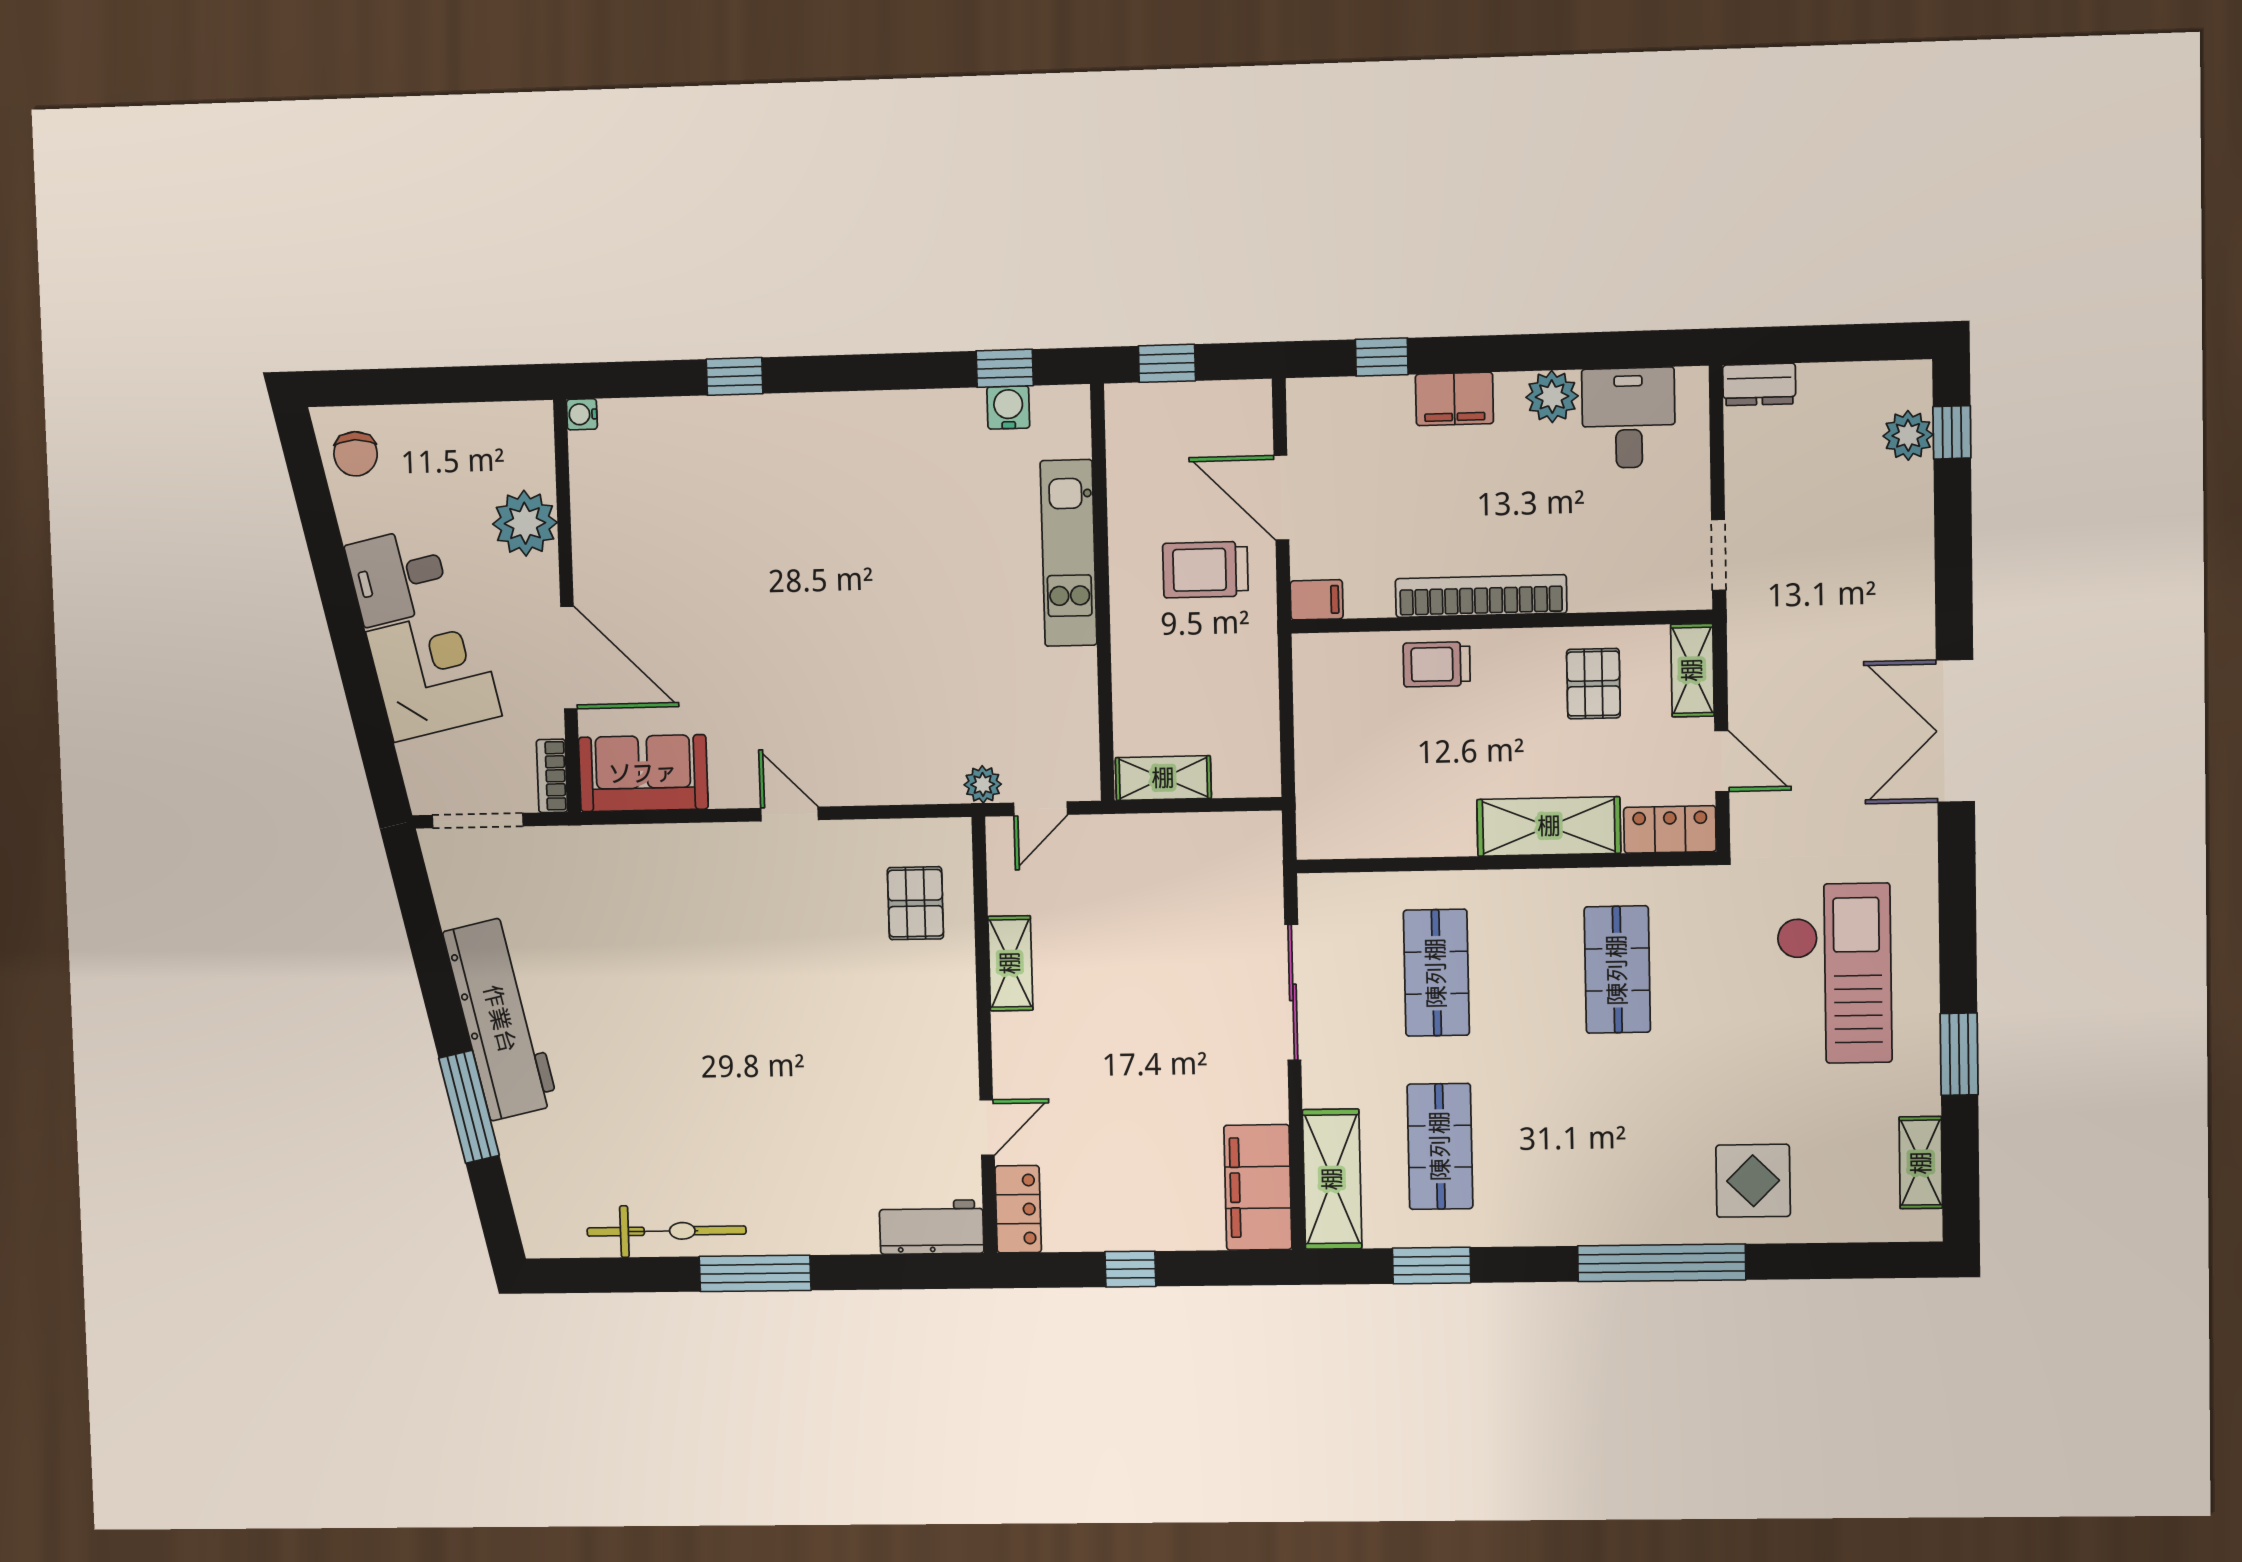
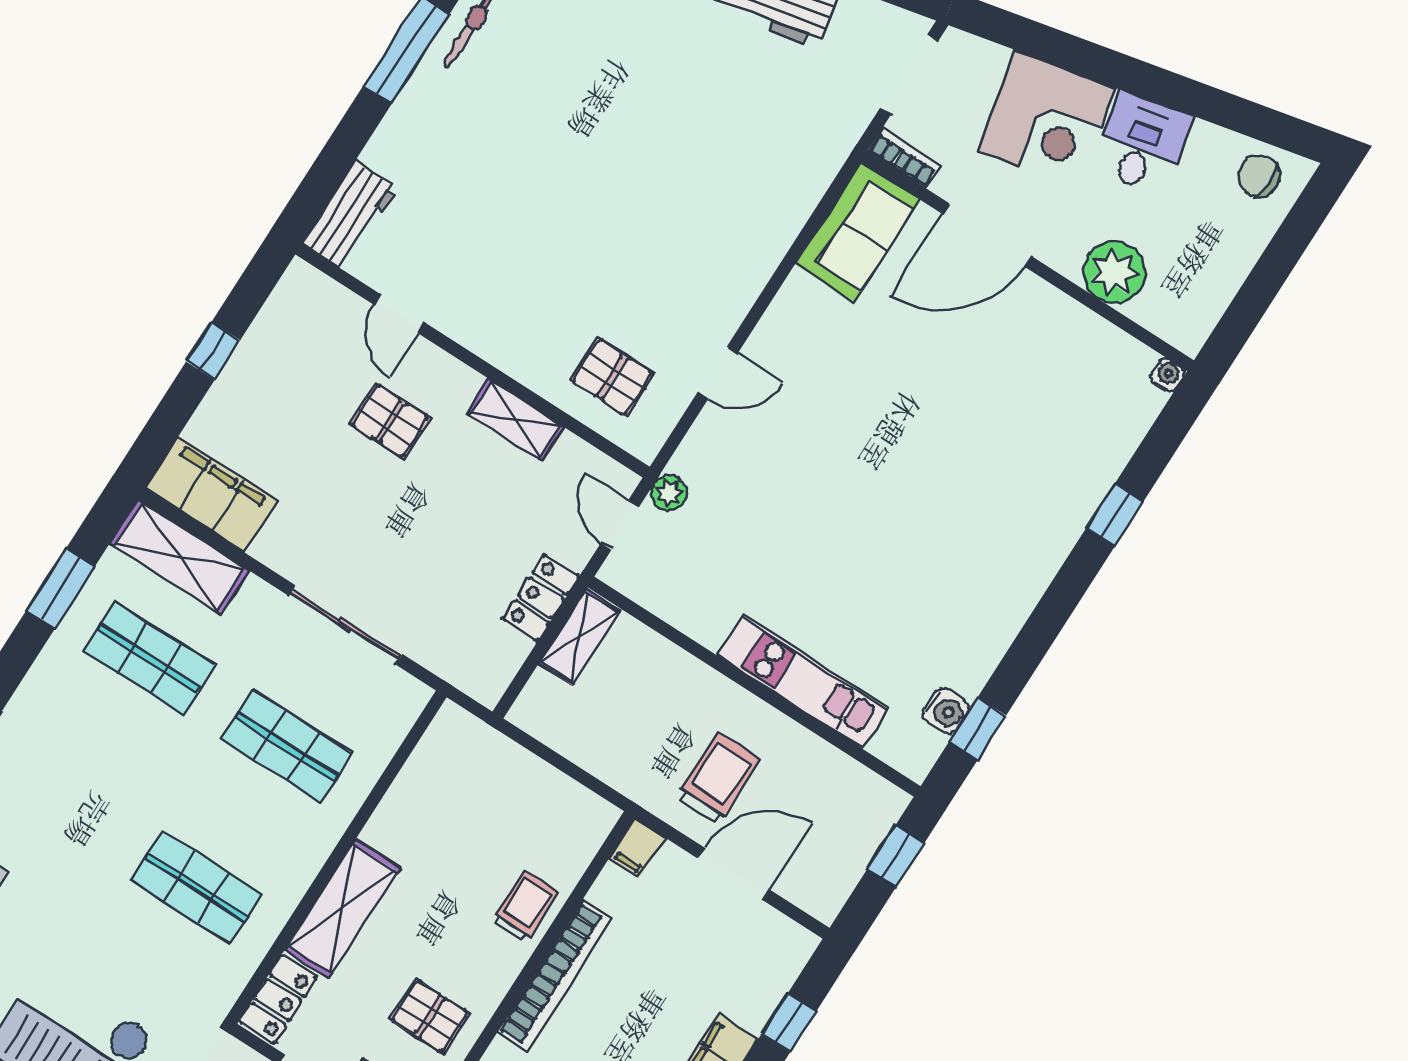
door: (790, 814) -> (717, 373), moved
pallet: (1086, 1073) -> (390, 421), added
locker: (1018, 1209) -> (541, 598), moved, turned 90

